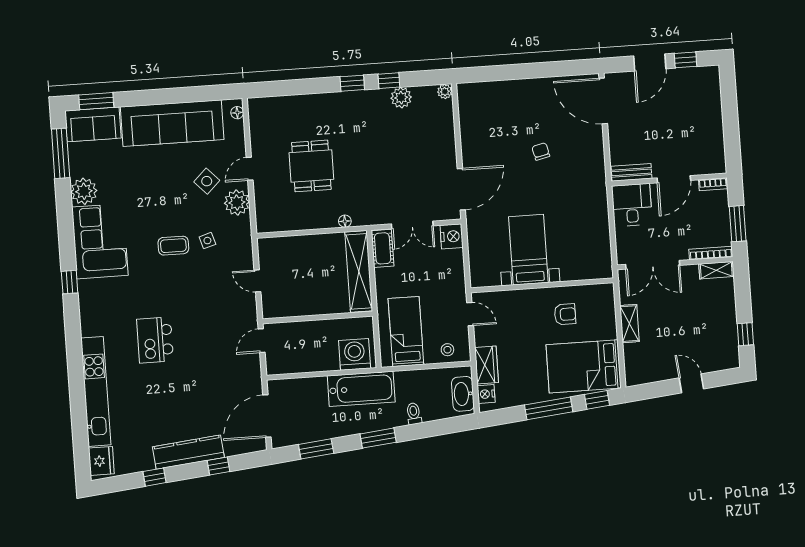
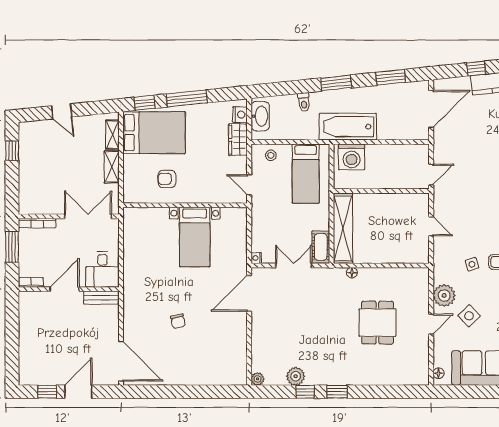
nightstand: (452, 236) -> (256, 258), width x0.53, depth x0.56
shelving: (716, 270) -> (112, 135), moved, turned 90

